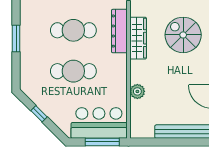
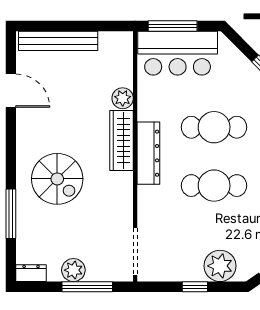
dresser: (119, 31) -> (148, 153), moved
wardrobe: (138, 38) -> (122, 141), moved

